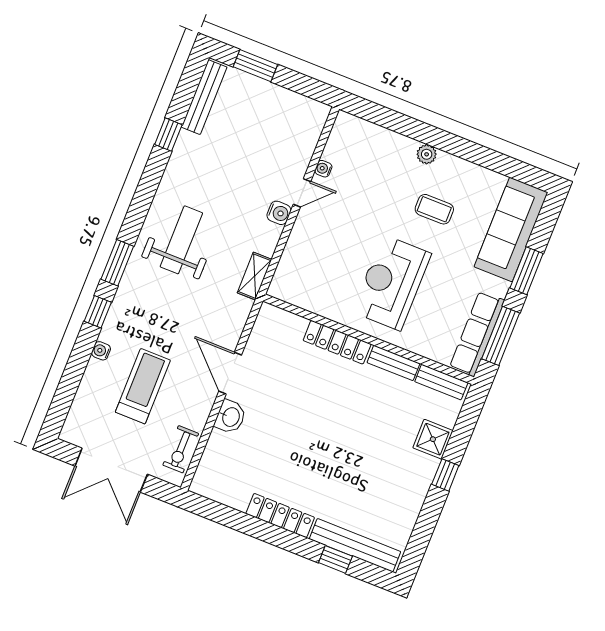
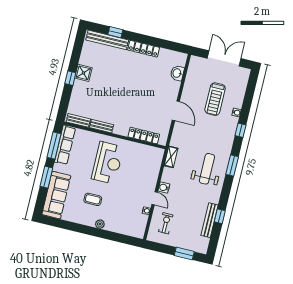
bench: (204, 97) -> (210, 220), moved
door: (302, 193) -> (155, 198), swing flipped
weight bench: (181, 240) -> (207, 169), turned 180
window: (117, 263) -> (232, 165), moved
locker: (337, 342) -> (144, 136), moved
washbasin: (230, 417) -> (177, 73), moved
shower: (433, 439) -> (83, 73), moved
exercise bike: (181, 449) -> (166, 223), moved

